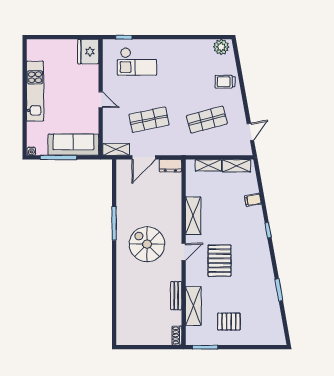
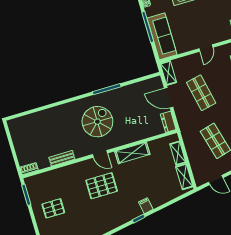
filing cabinet: (253, 200) -> (146, 206), moved
shelving: (193, 306) -> (58, 175), removed
pallet: (229, 322) -> (53, 208), turned 90

